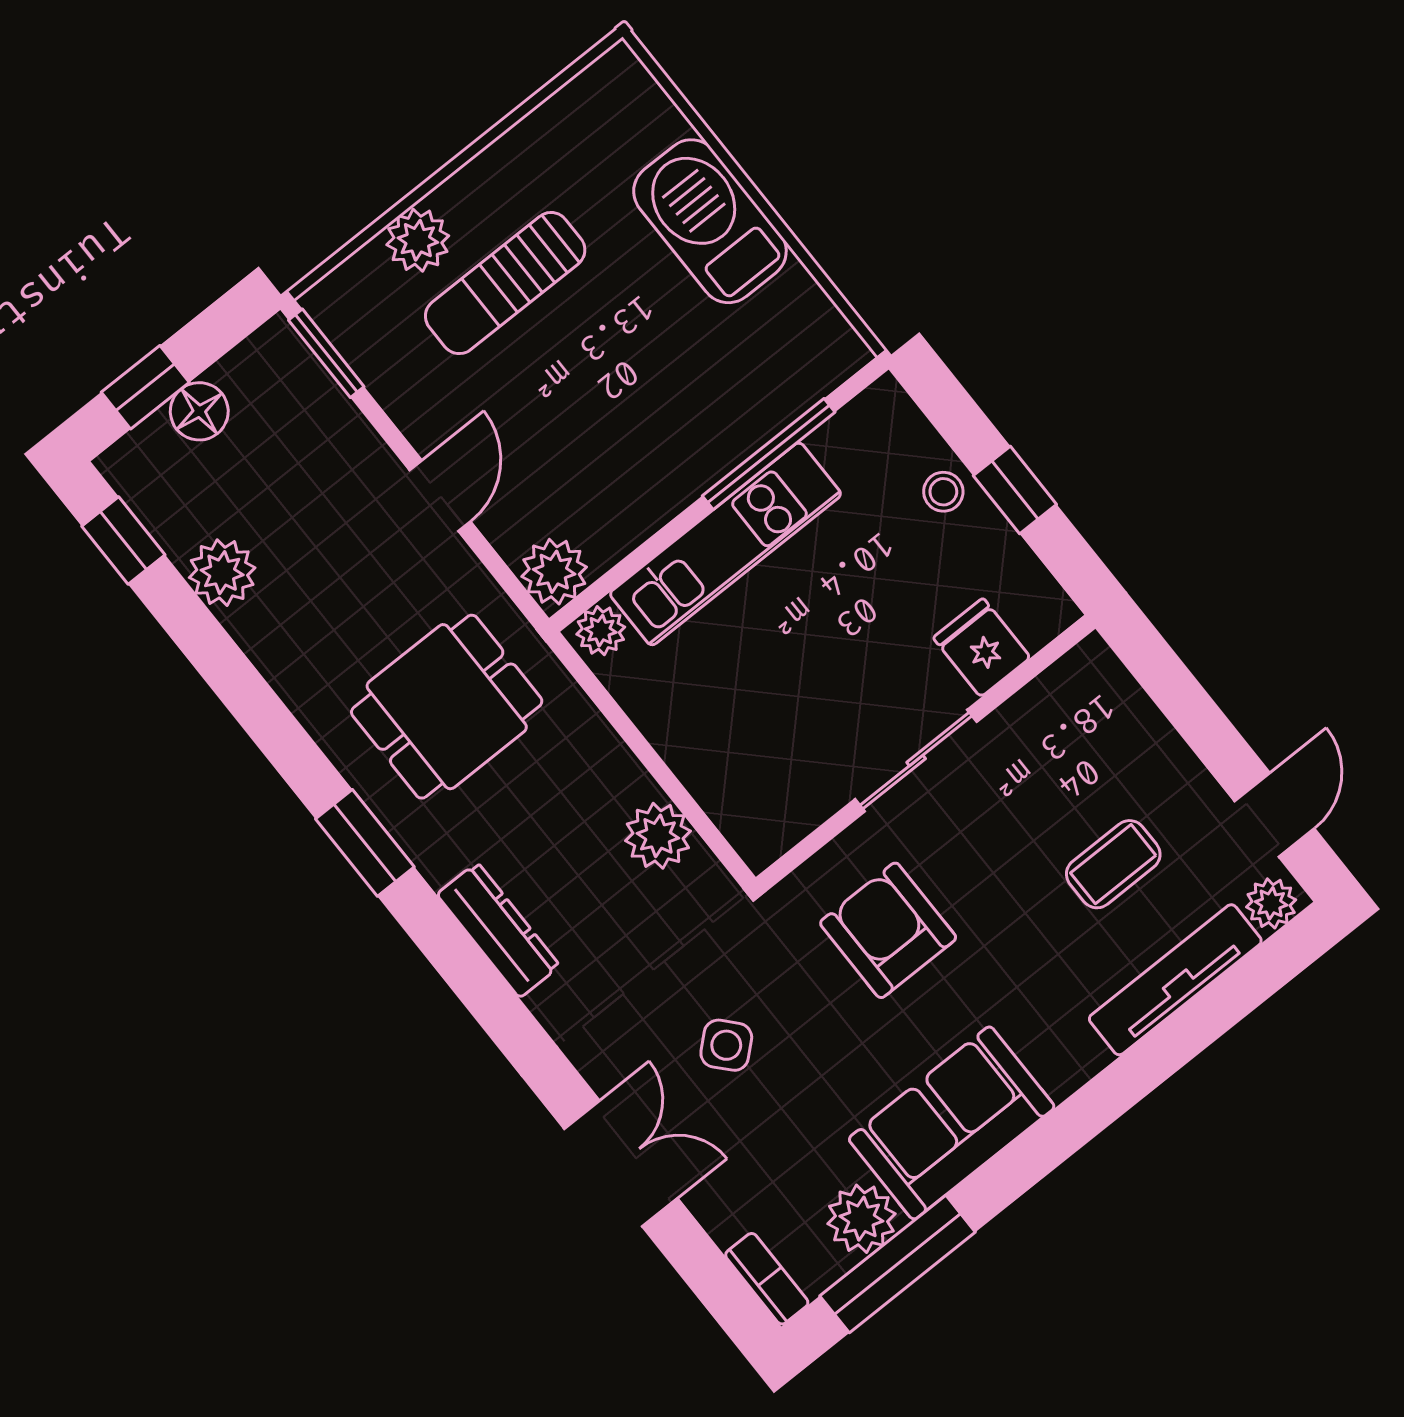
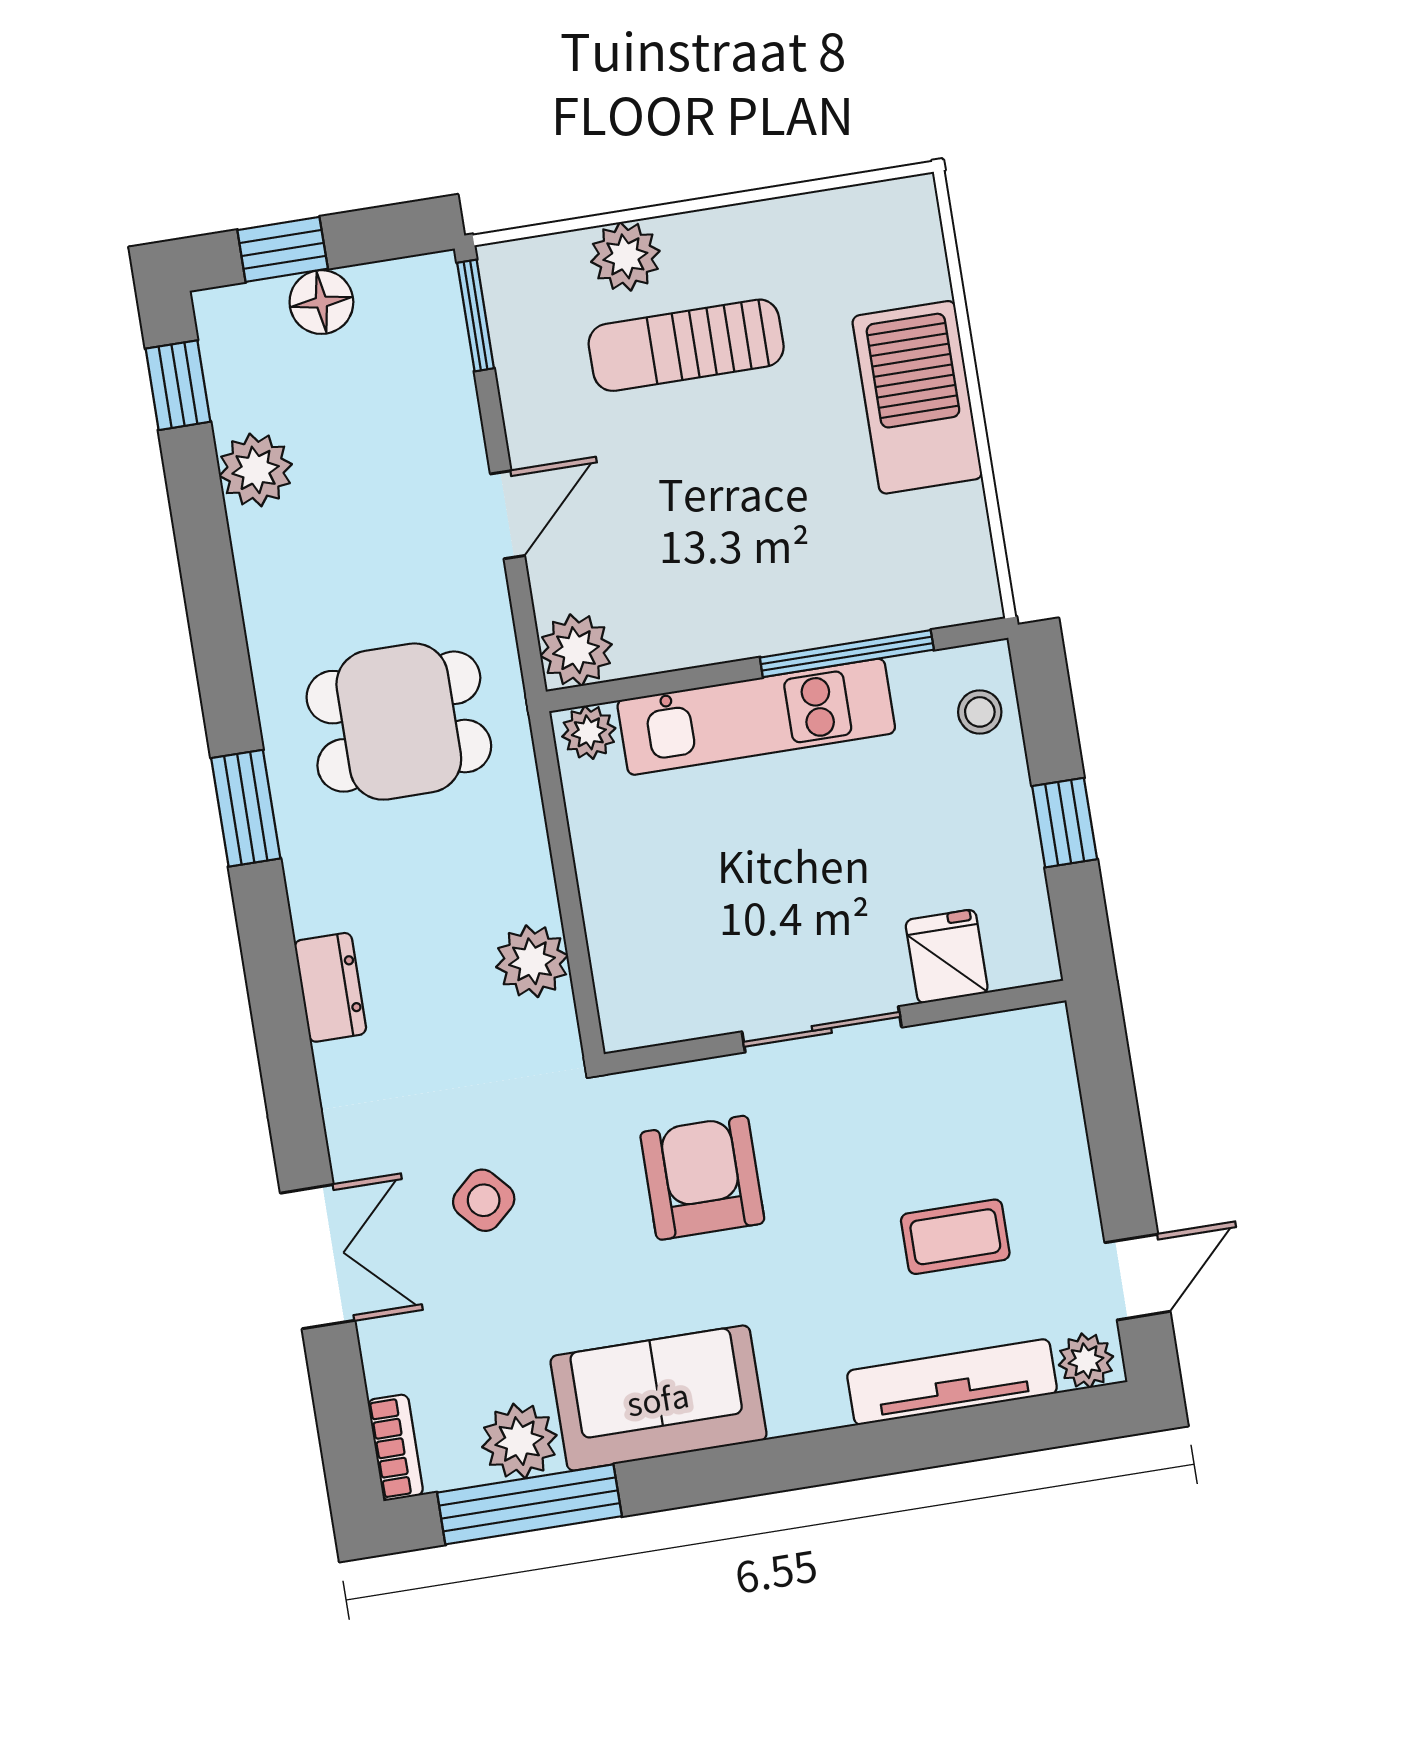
stool: (943, 492) -> (980, 712), moved
dresser: (498, 930) -> (330, 987), width x0.70

